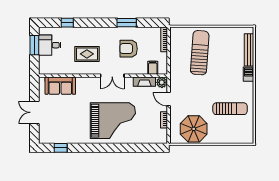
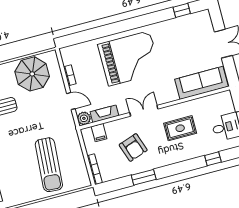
armchair: (129, 49) -> (133, 147), turned 71
sofa: (60, 86) -> (201, 83), width x1.36
grand piano: (113, 121) -> (129, 58), turned 180

